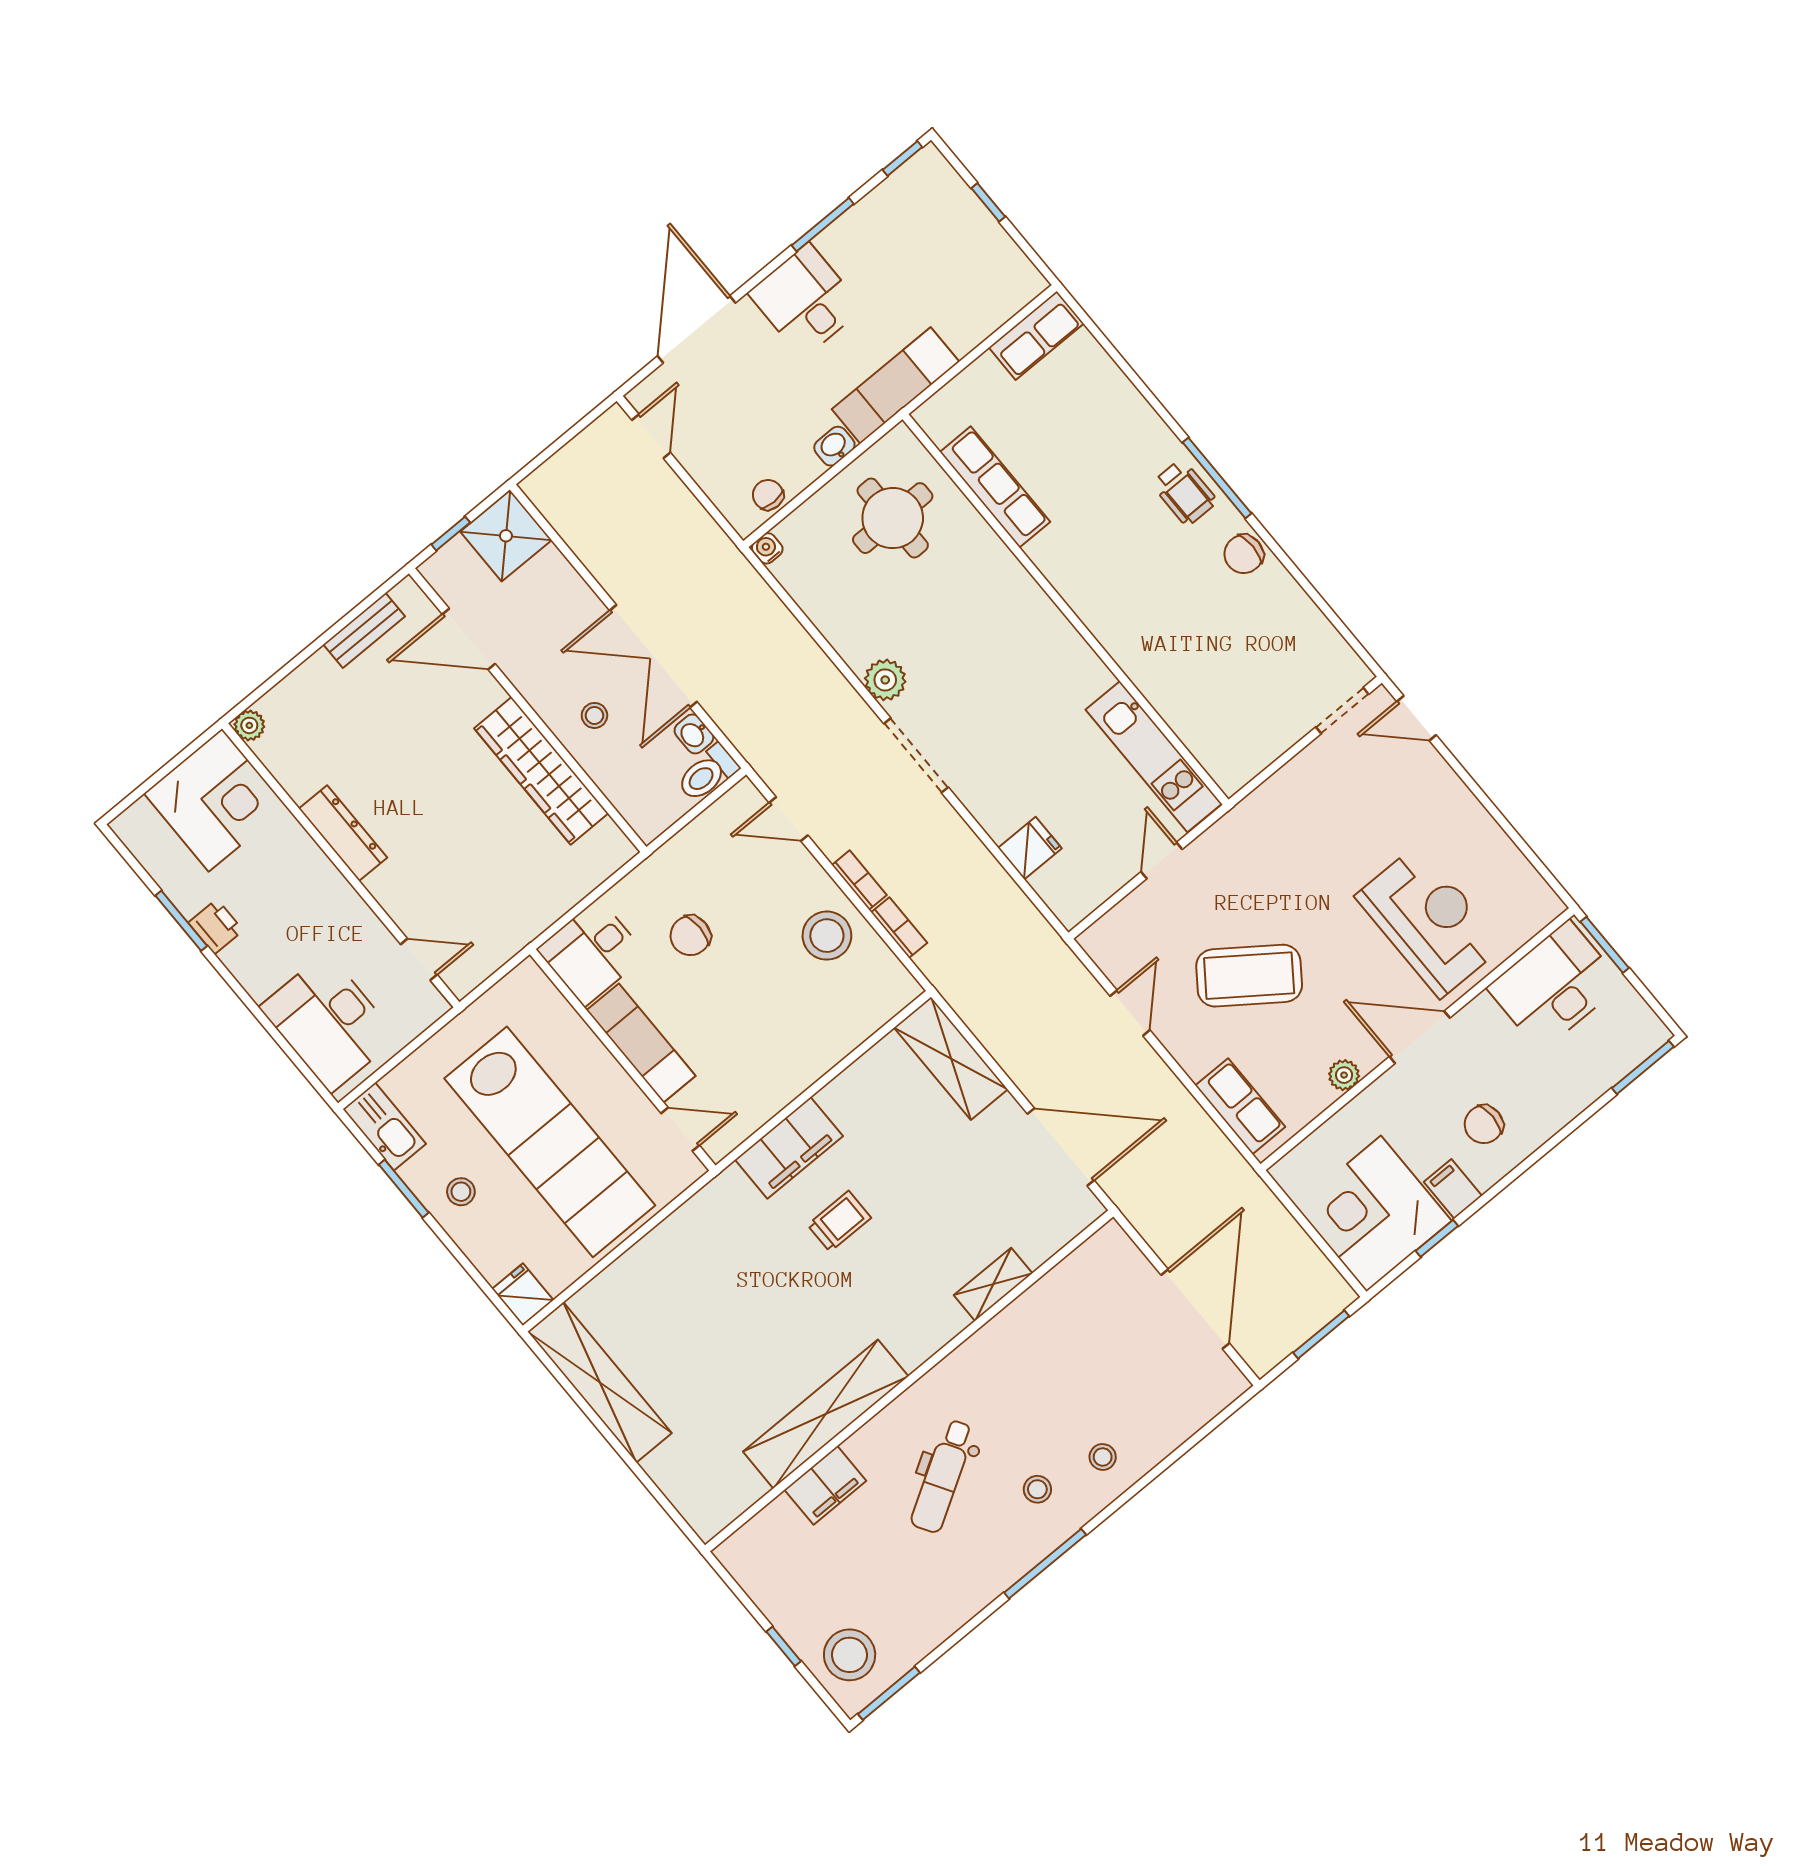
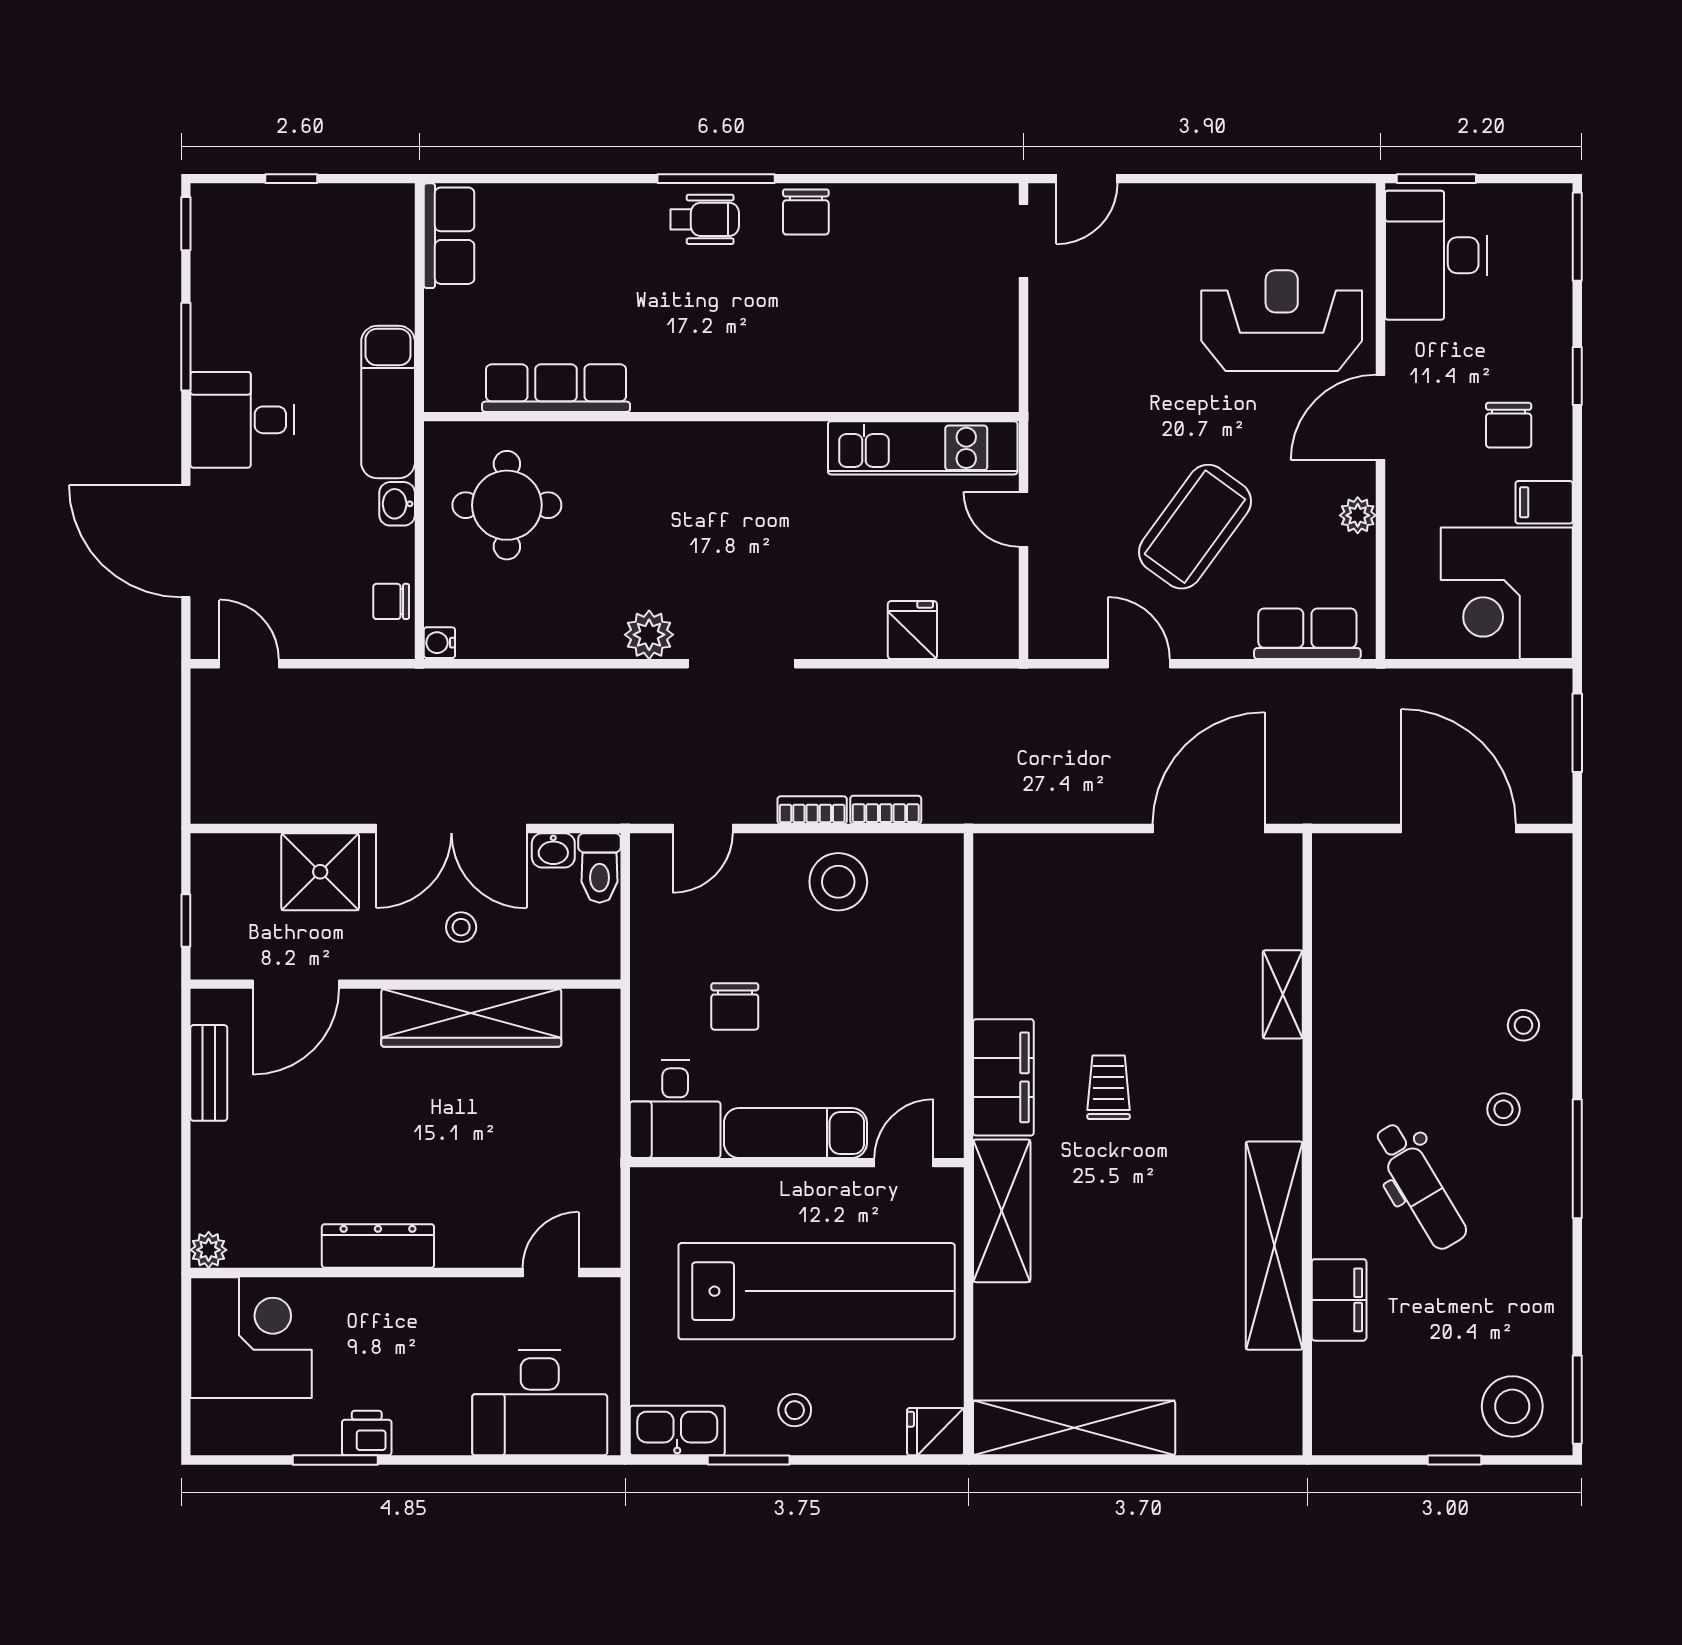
shower: (506, 536) -> (320, 872), moved
shelving: (951, 1058) -> (1002, 1211), moved, turned 90
window: (1437, 1238) -> (1577, 376), moved

